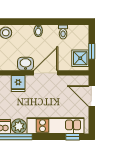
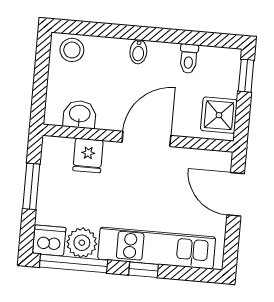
window: (92, 51) -> (246, 76), moved
washbasin: (26, 64) -> (80, 114), moved
window: (73, 137) -> (144, 270), moved

